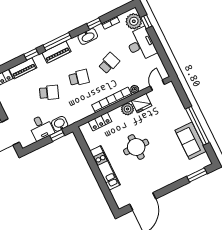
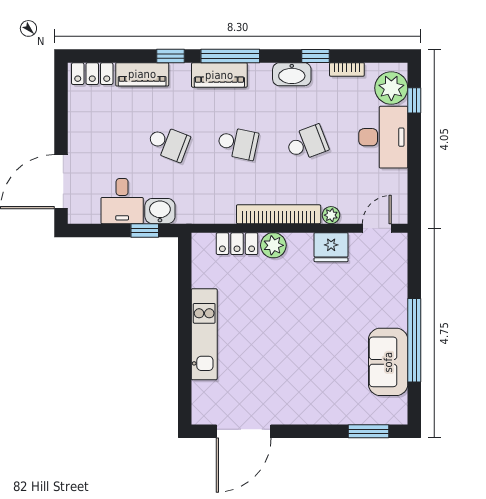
plant: (127, 109) -> (273, 245), moved
round table: (136, 147) -> (281, 324), removed

